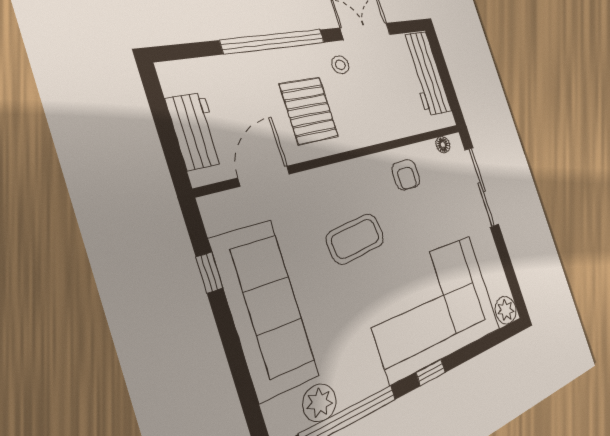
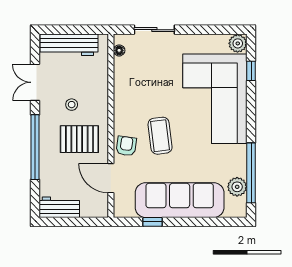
stool: (340, 65) -> (72, 105), moved
workbench: (195, 131) -> (59, 207), moved
armchair: (406, 175) -> (126, 146), moved, turned -82
sliding door: (482, 187) -> (154, 30), width x0.73
window: (431, 372) -> (251, 71), moved

